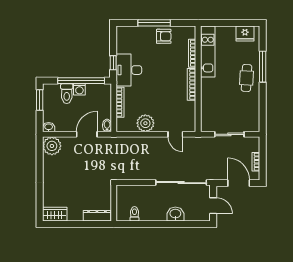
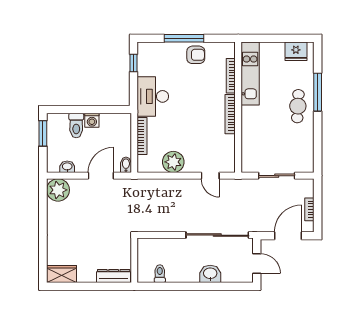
window: (113, 63) -> (134, 63), moved
window: (81, 81) -> (94, 110), removed
washbasin: (49, 127) -> (67, 167), moved
door: (239, 183) -> (288, 236), hinge flipped

